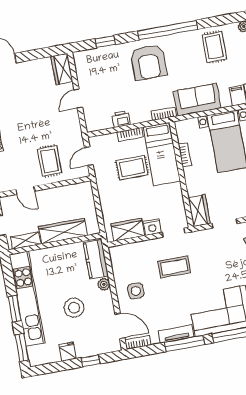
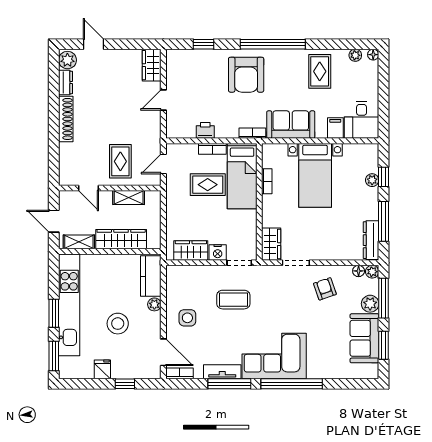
shelving: (63, 192) -> (129, 197), added

